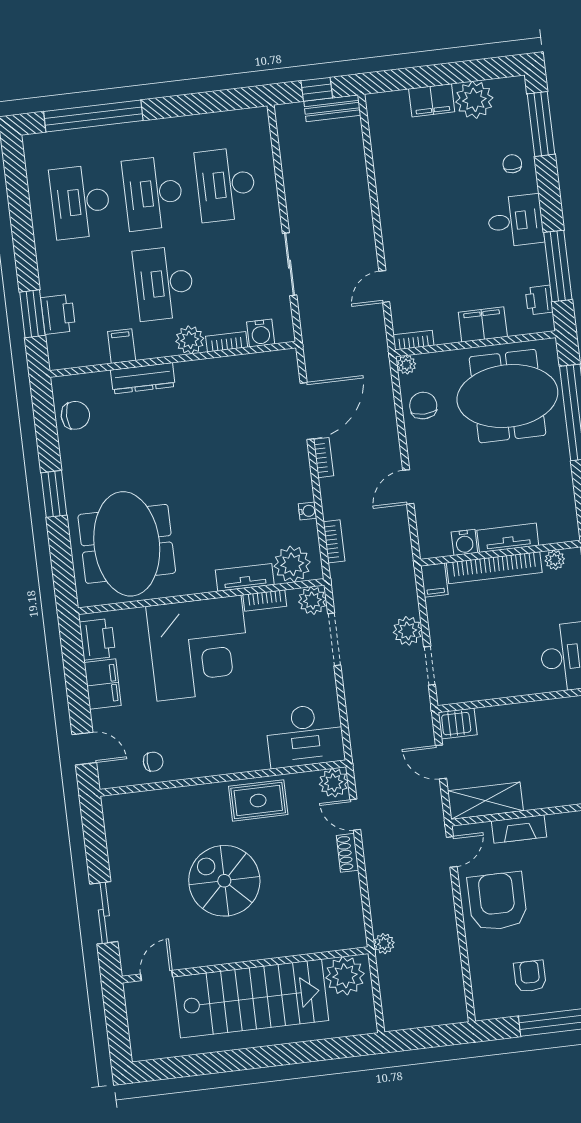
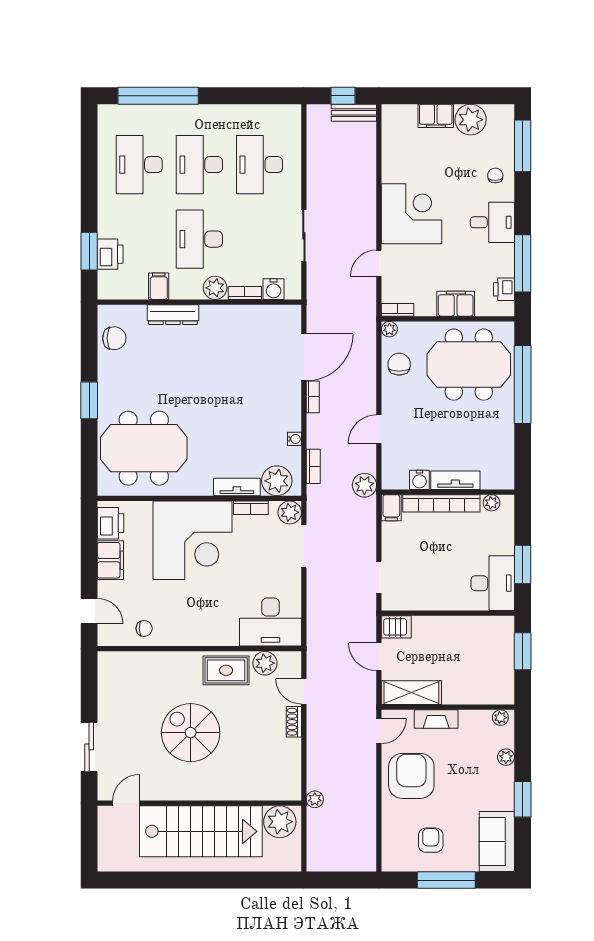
corner desk: (417, 222) -> (412, 214), added
meeting table: (127, 544) -> (144, 448), turned 90
plant: (408, 631) -> (364, 485), moved
plant: (334, 783) -> (265, 663), moved

